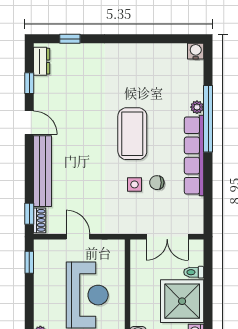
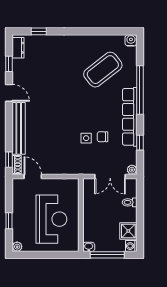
plant: (197, 107) -> (132, 170), moved
coffee table: (132, 134) -> (103, 70), moved, turned 52
window: (208, 191) -> (140, 143), added
door: (78, 237) -> (33, 176), moved
window: (29, 262) -> (9, 221), moved
shower: (182, 301) -> (128, 231), width x0.54, depth x0.54

